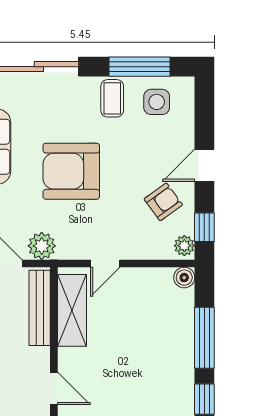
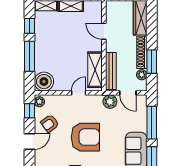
armchair: (71, 171) -> (85, 137), moved
boiler: (184, 278) -> (44, 82), width x1.86, depth x1.86

